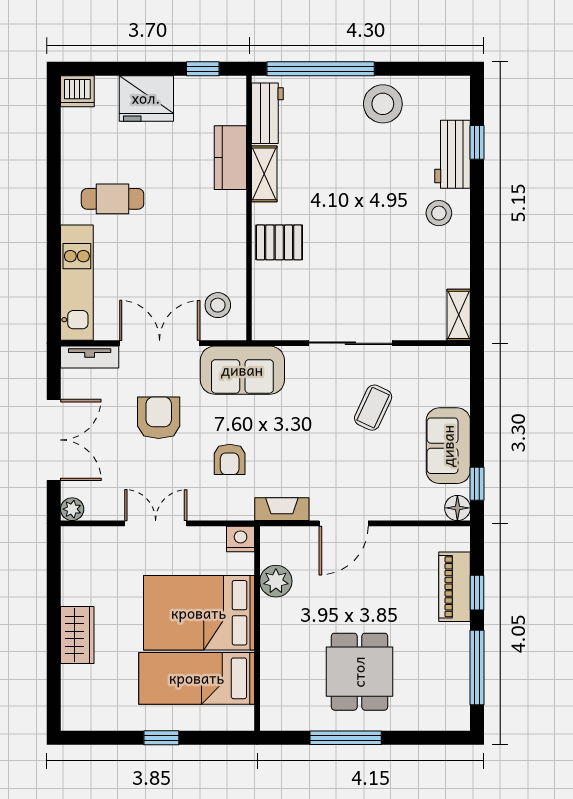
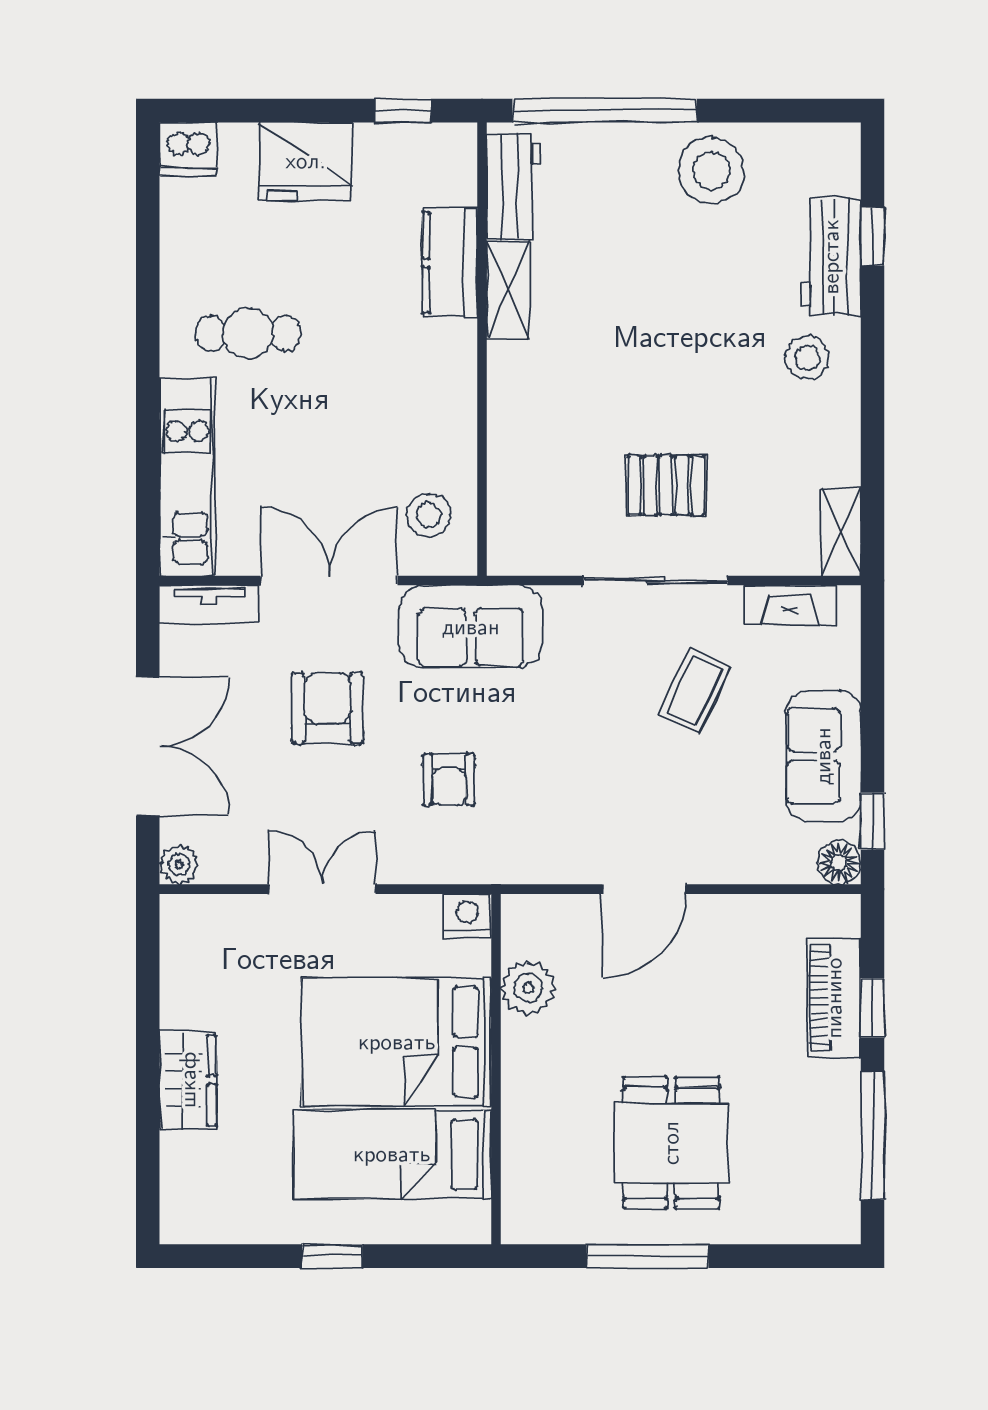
pallet: (279, 242) -> (666, 485), moved
fireplace: (282, 509) -> (790, 605), moved, turned 180

